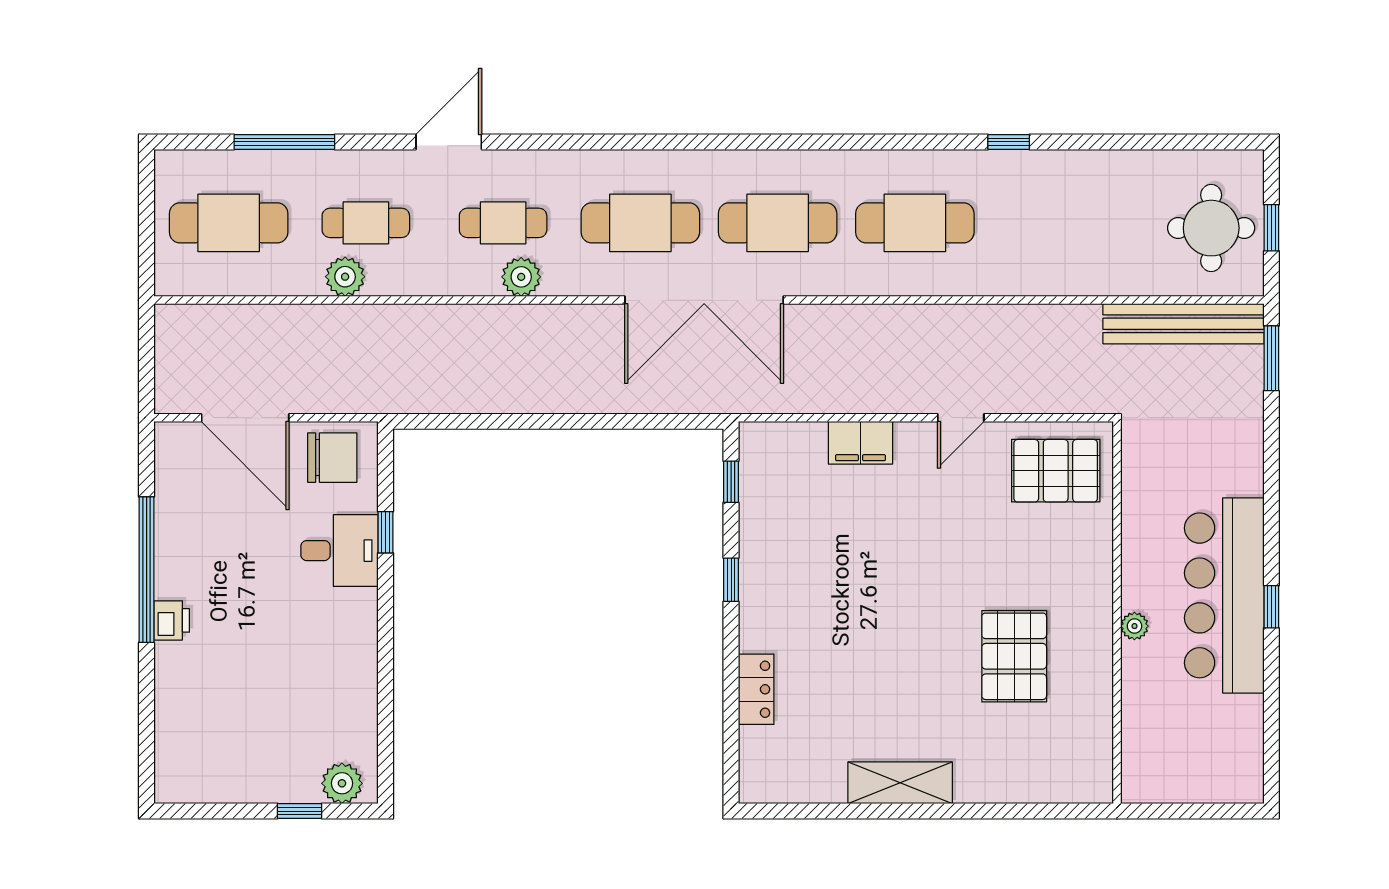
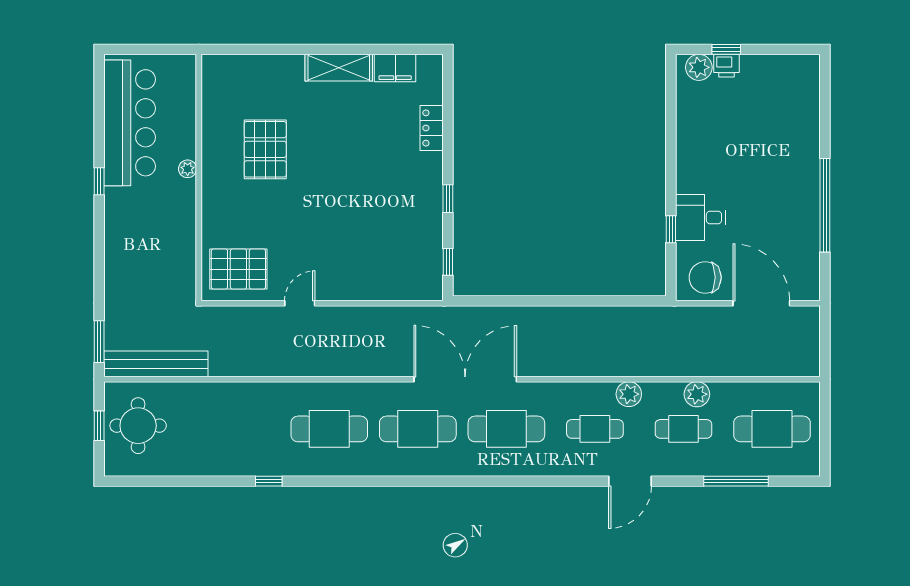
plant: (521, 277) -> (629, 394), moved
filing cabinet: (861, 443) -> (395, 68), moved, turned 180
bar counter: (1224, 595) -> (130, 123), moved
printer: (172, 620) -> (727, 66), moved, turned -90

